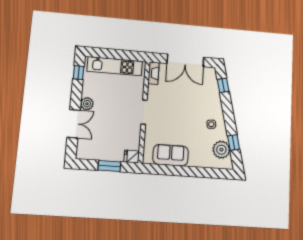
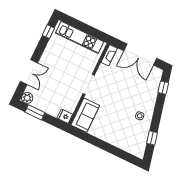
plant: (87, 104) -> (27, 98), moved
plant: (221, 150) -> (139, 140), removed
sofa: (171, 155) -> (85, 115), moved, turned 90
window: (109, 166) -> (35, 112), moved

